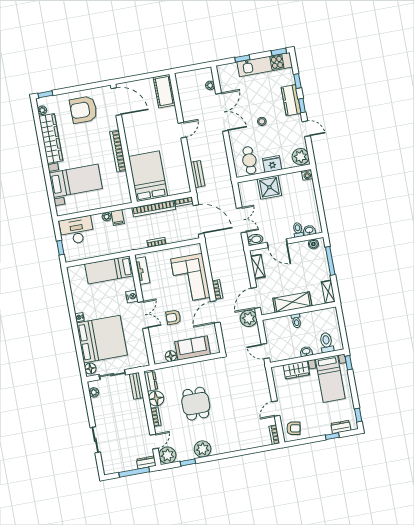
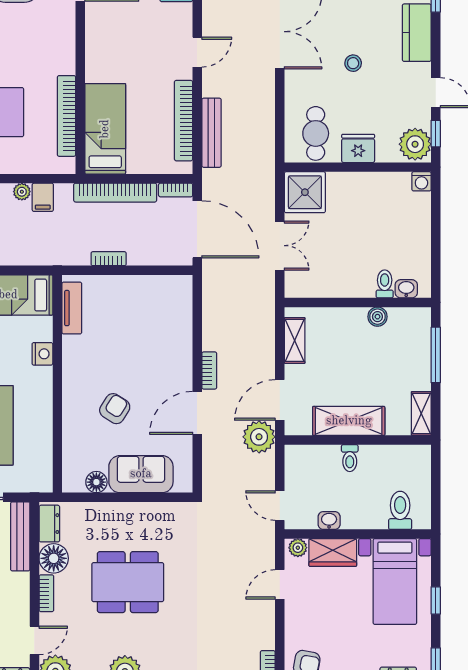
window: (302, 106) -> (436, 134), moved
bookcase: (118, 151) -> (67, 116), moved
bookcase: (182, 166) -> (184, 121), added
bench: (198, 174) -> (211, 133), width x1.36
bed: (148, 176) -> (105, 129), width x0.67
shower: (269, 187) -> (305, 192), moved
bidet: (255, 240) -> (299, 288), removed
door: (277, 243) -> (340, 302), removed
boiler: (313, 244) -> (377, 317), moved
corner sofa: (190, 278) -> (161, 339), removed
double door: (143, 315) -> (57, 393), removed
armchair: (173, 317) -> (115, 409), turned 122
washbasin: (306, 351) -> (329, 521), moved
window: (349, 363) -> (436, 600), moved
plant: (278, 371) -> (298, 548), added
bench: (137, 386) -> (20, 536), width x1.36
dining table: (196, 404) -> (128, 582), width x1.38
door: (276, 409) -> (280, 584), moved

